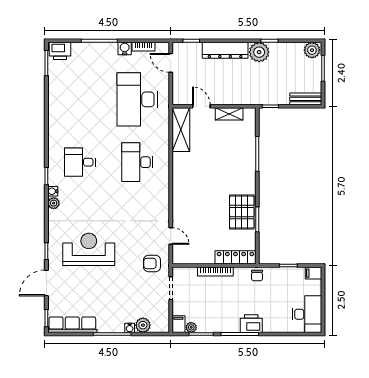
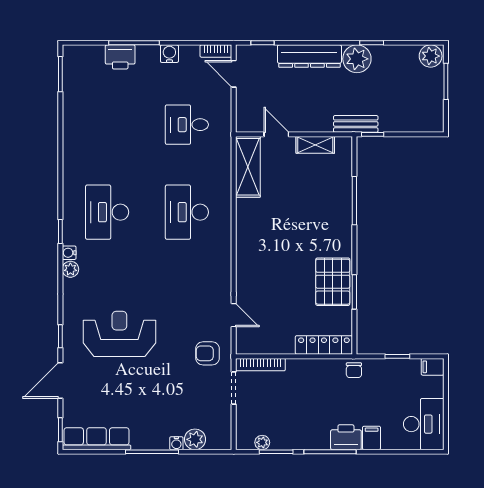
bookcase: (143, 47) -> (216, 51), moved
printer: (60, 51) -> (120, 57), moved
desk: (137, 99) -> (187, 125), width x0.53, depth x0.77
bench: (306, 99) -> (356, 124), moved
desk: (80, 162) -> (107, 212), width x1.37
bookcase: (215, 272) -> (260, 365), moved
filing cabinet: (178, 324) -> (372, 438), moved

